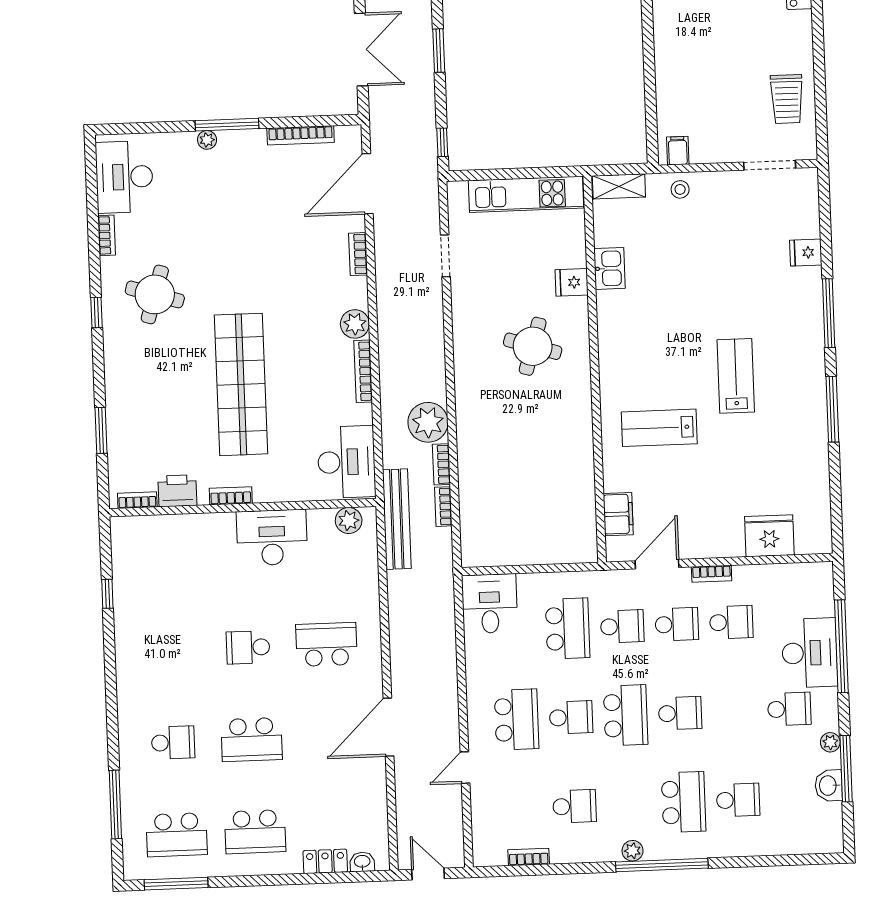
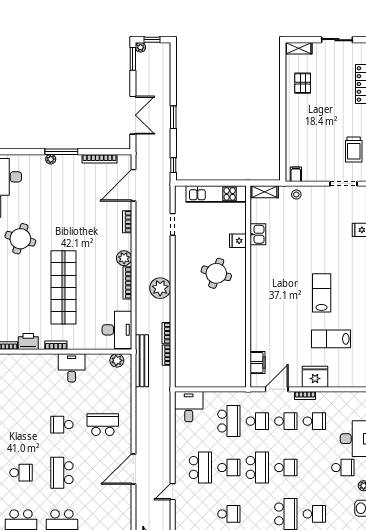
plant: (428, 422) -> (160, 288), moved
lab bench: (659, 428) -> (331, 339), moved
fridge: (769, 536) -> (315, 377), moved
desk: (272, 538) -> (72, 368), width x0.73
school desk: (252, 740) -> (62, 473), turned 90

